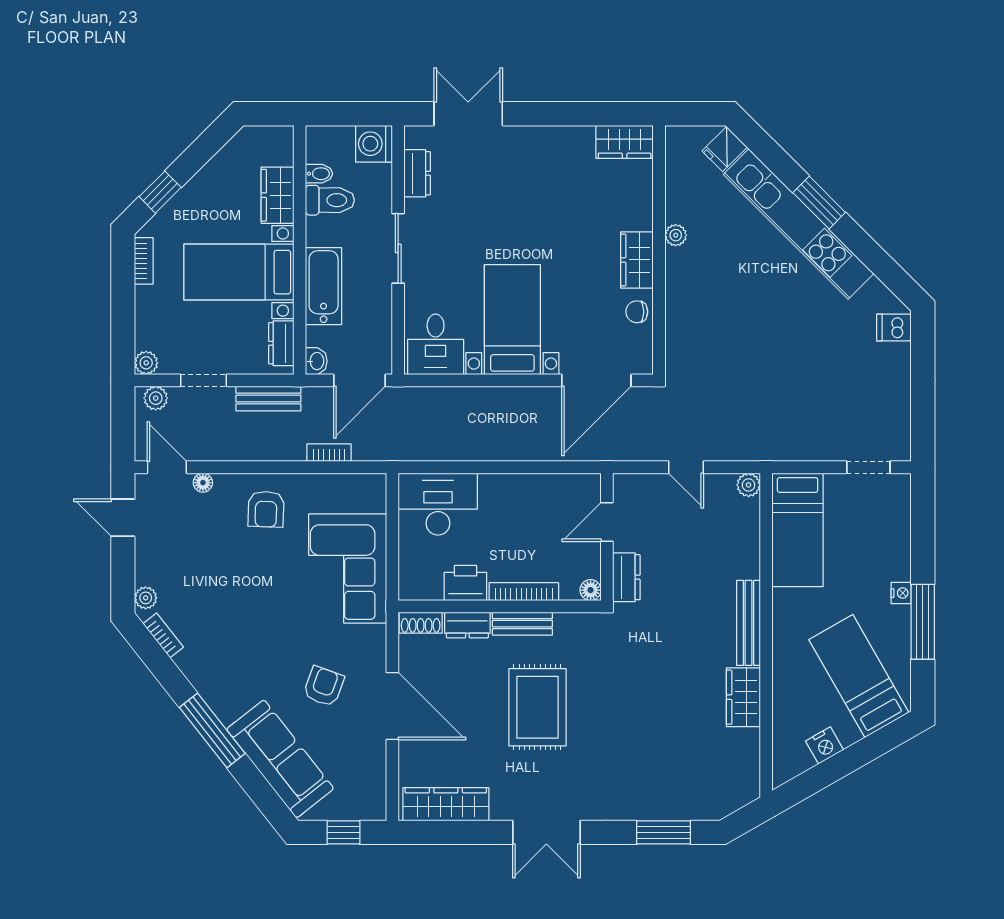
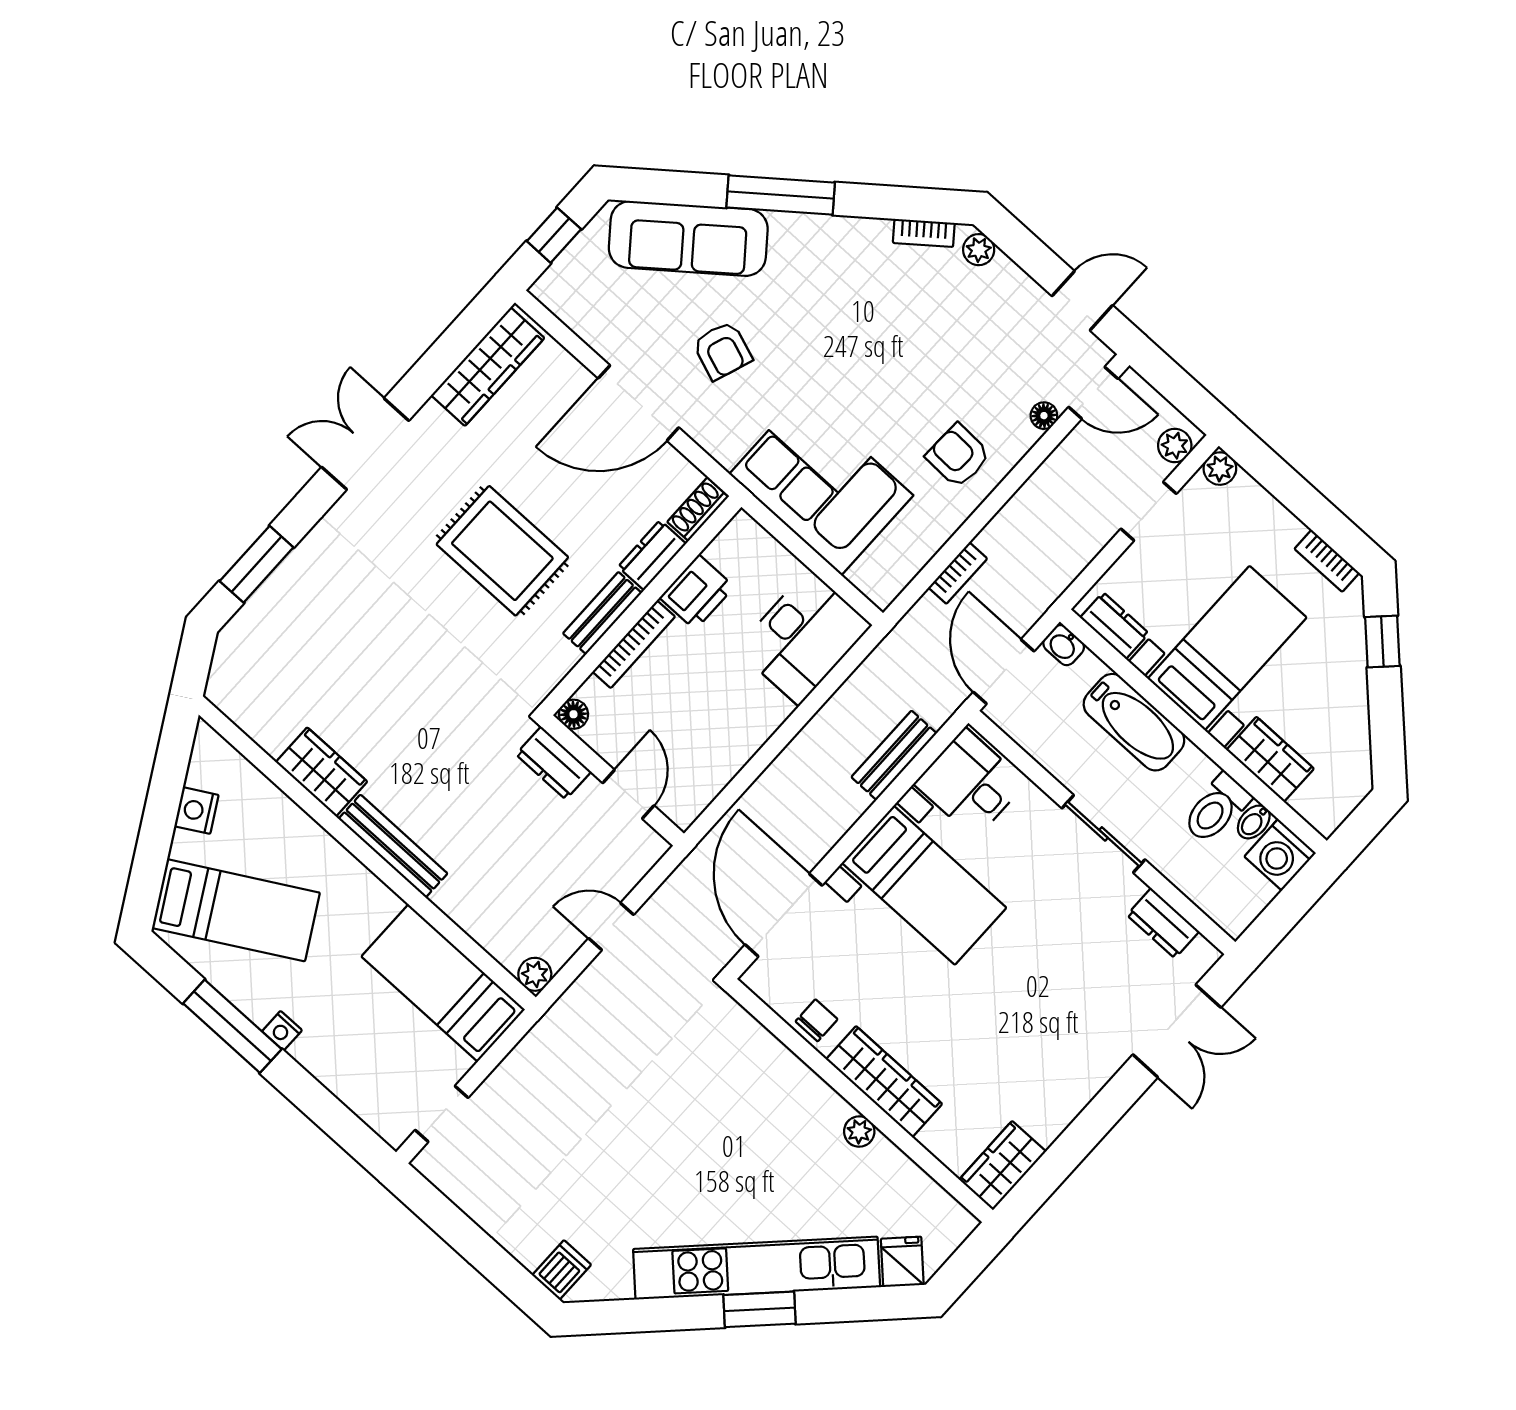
washing machine: (374, 144) -> (1280, 855), moved, turned 180
wardrobe: (637, 260) -> (884, 1082), width x1.50
bench: (268, 399) -> (894, 755), moved

